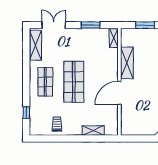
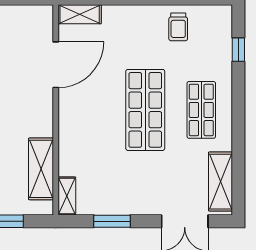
shelving: (127, 63) -> (41, 169), moved
door: (119, 93) -> (56, 65), moved
shelving: (93, 131) -> (80, 14), moved

